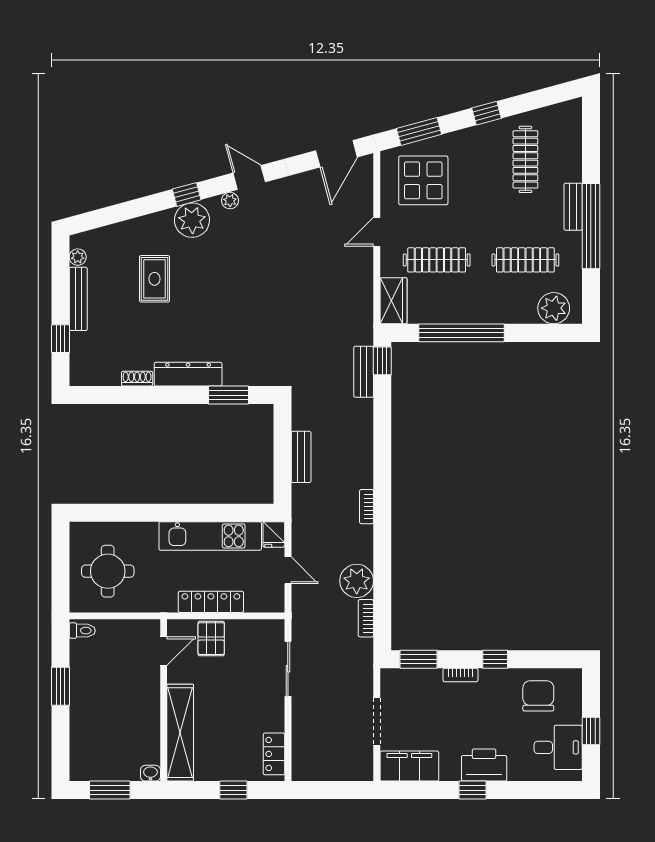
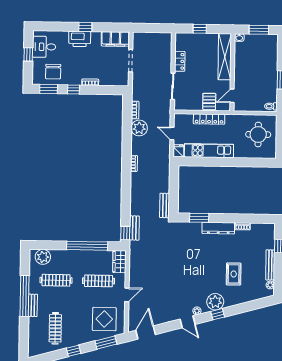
bench: (301, 457) -> (165, 205), moved
window: (418, 659) -> (49, 89), moved
locker: (274, 754) -> (180, 61), moved

